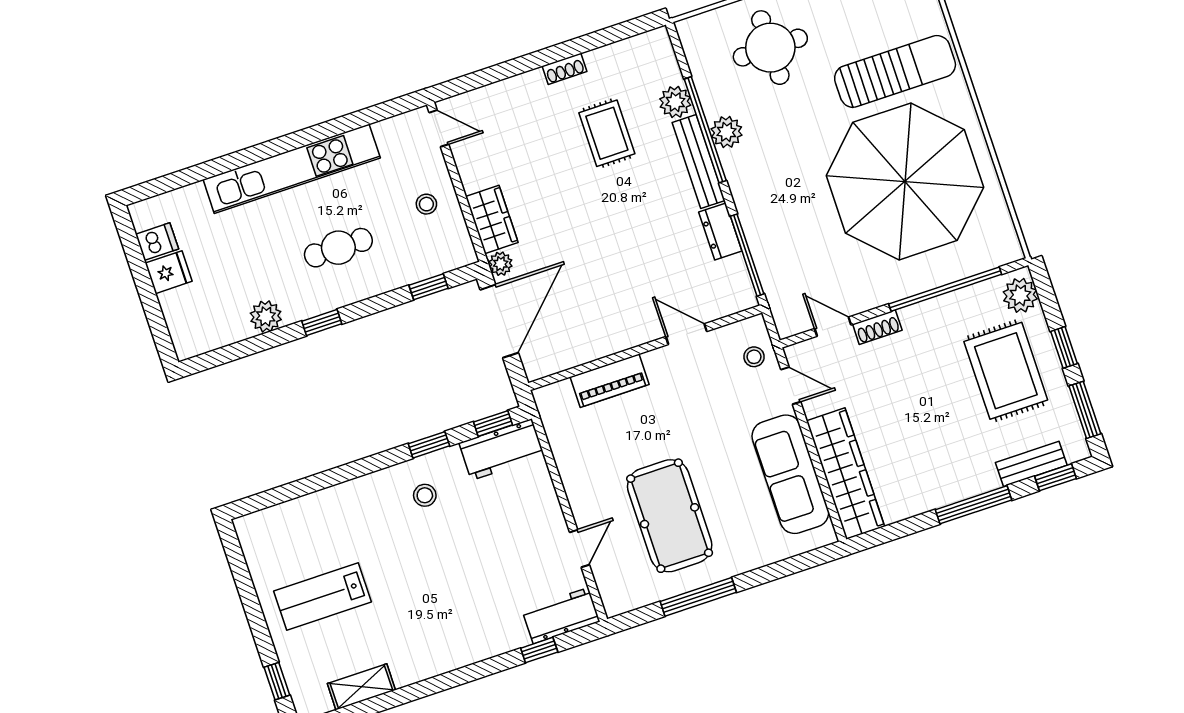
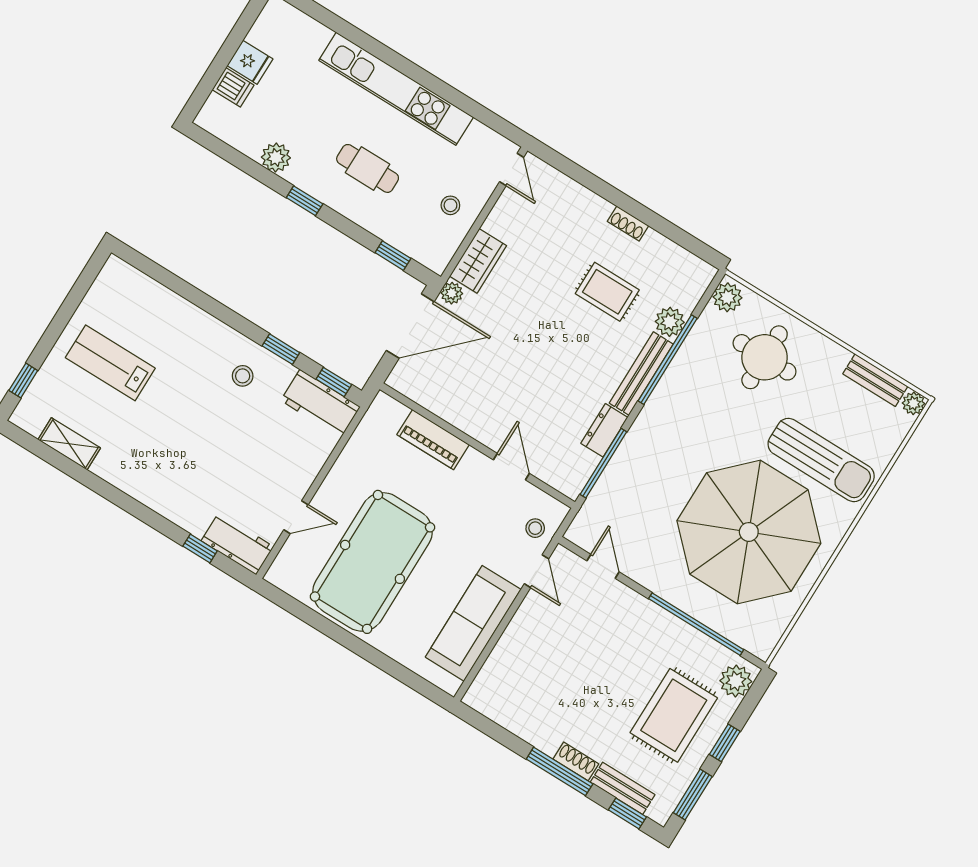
plant: (727, 132) -> (727, 297), moved
rug: (607, 133) -> (607, 292), turned 90
dishwasher: (157, 242) -> (233, 87), moved
shoe rack: (877, 327) -> (576, 761), moved, turned 180
wardrobe: (845, 474) -> (506, 662), removed
pool table: (670, 516) -> (372, 562), width x1.36, depth x1.32
window: (698, 597) -> (332, 630), removed

